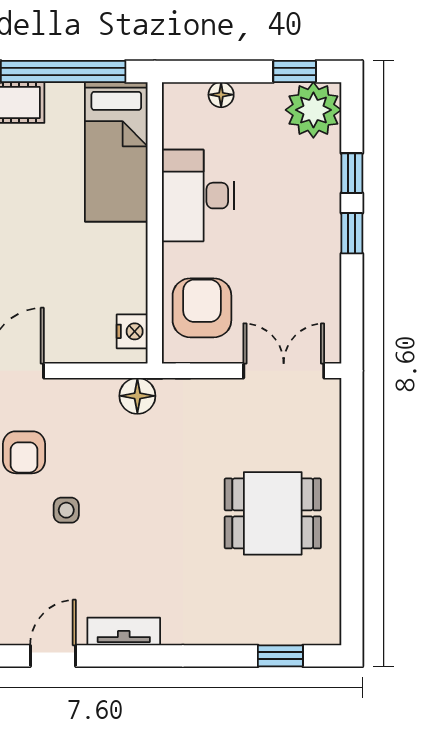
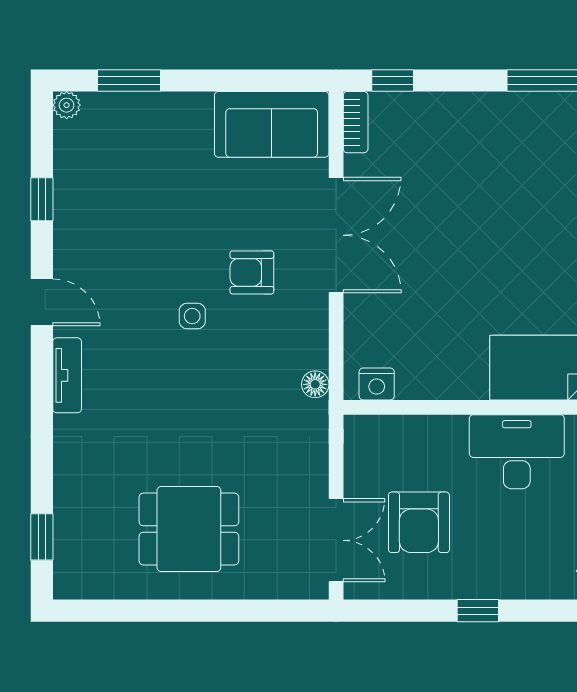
window: (352, 173) -> (540, 611), removed
armchair: (202, 308) -> (419, 522), moved, turned 90
floor lamp: (137, 396) -> (315, 384), width x0.73, depth x0.73
dining table: (273, 513) -> (189, 529), turned 90

